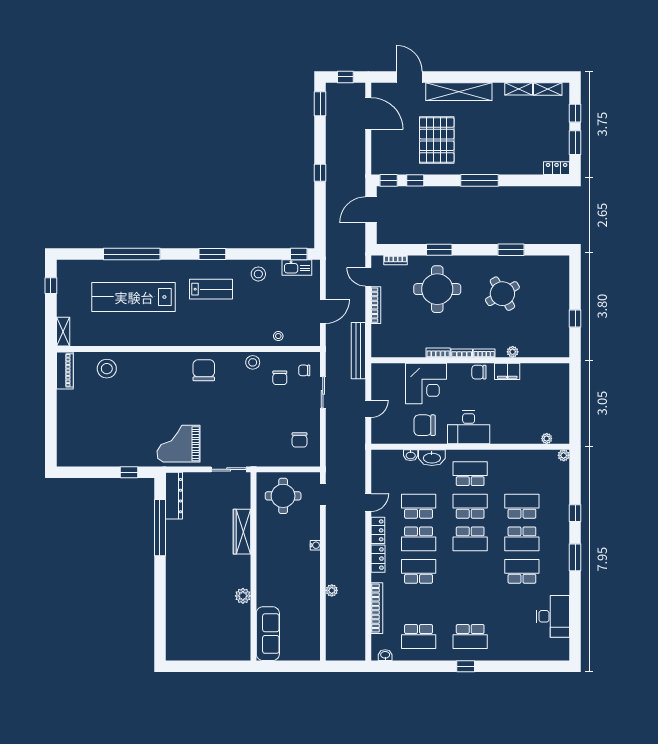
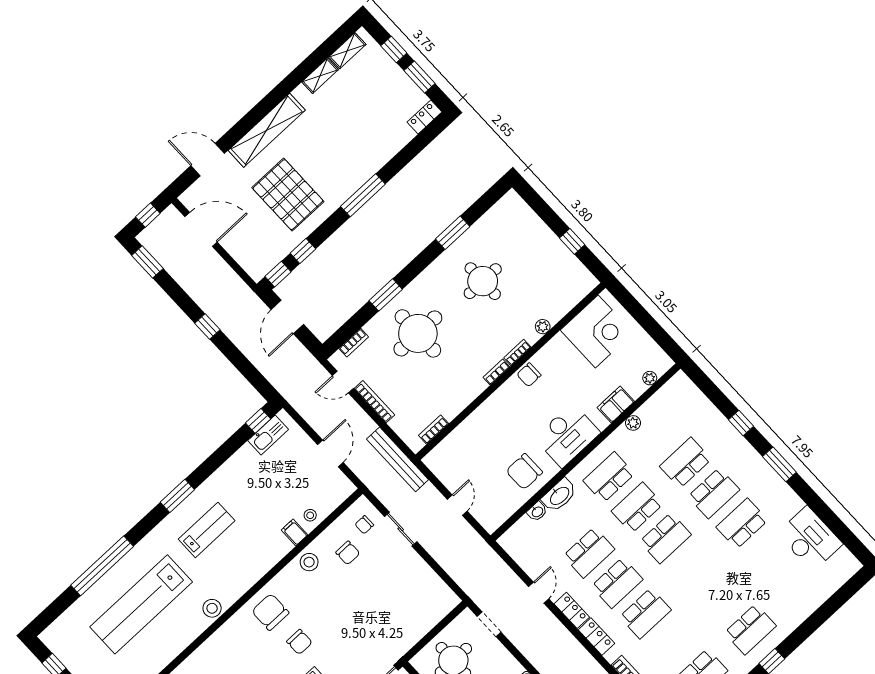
stool: (258, 274) -> (212, 608), moved
round table: (502, 294) -> (483, 281), turned 31
filing cabinet: (260, 338) -> (295, 532), added
bookcase: (438, 353) -> (434, 430), moved
filing cabinet: (507, 371) -> (616, 404), moved, turned 180
corner desk: (426, 383) -> (597, 331), moved
chair: (300, 440) -> (299, 642), moved
plant: (564, 455) -> (633, 423), moved
school desk: (419, 506) -> (589, 553), turned 180
school desk: (419, 571) -> (645, 613), turned 180

